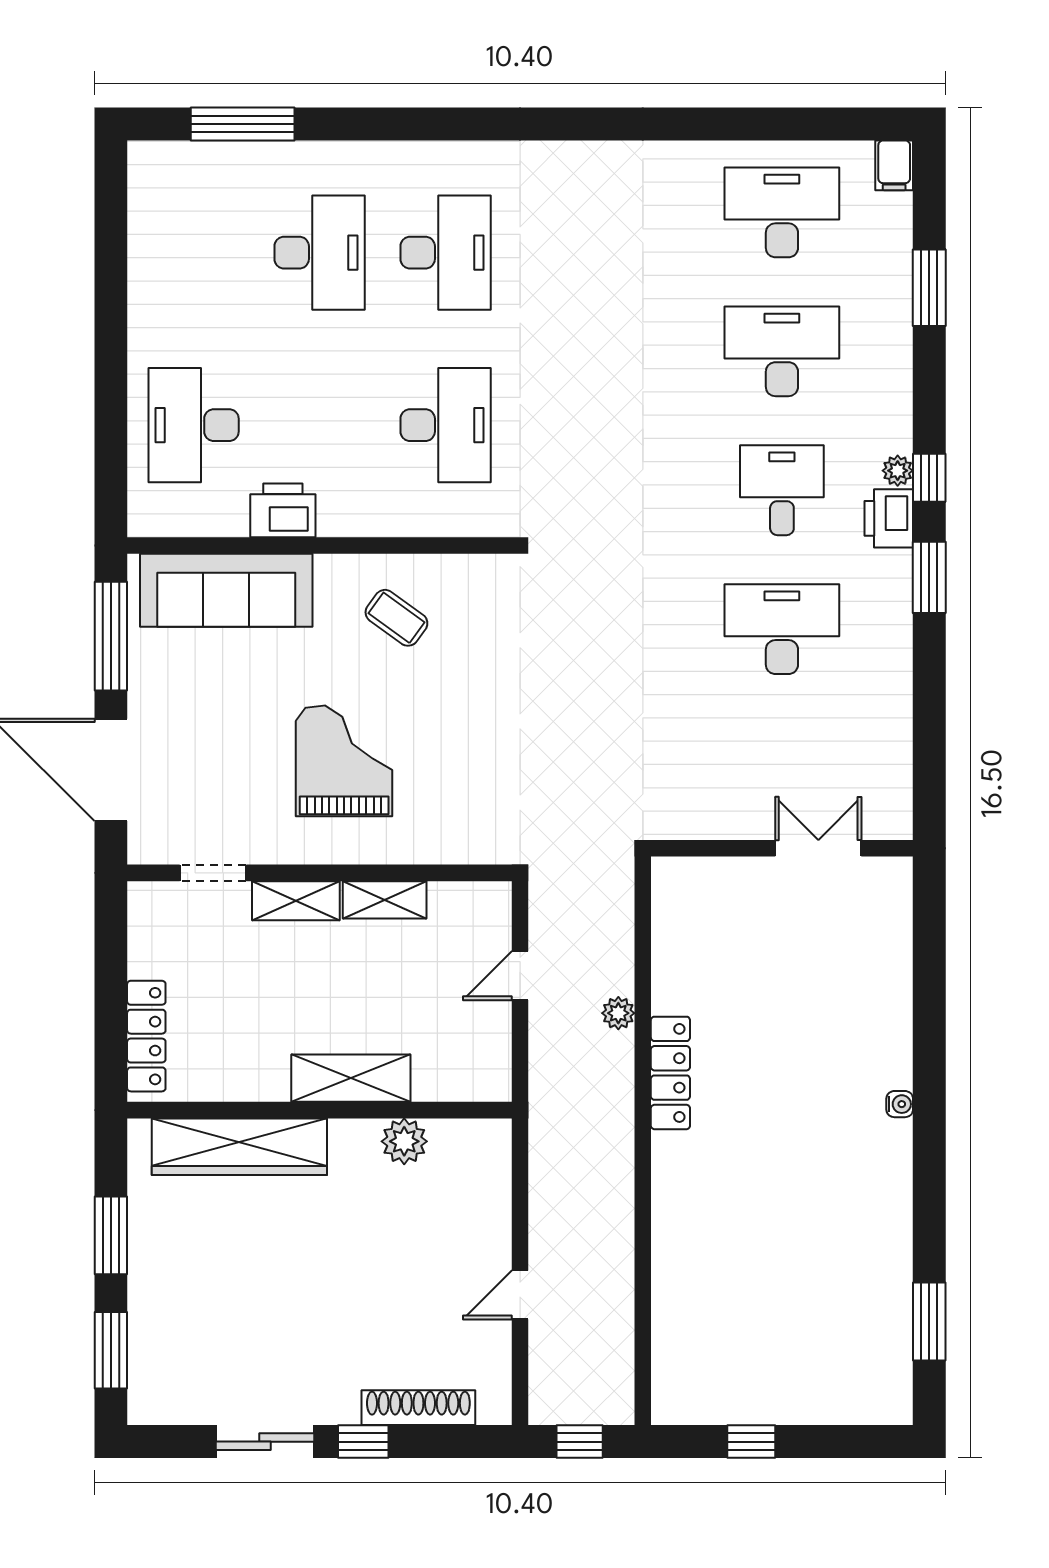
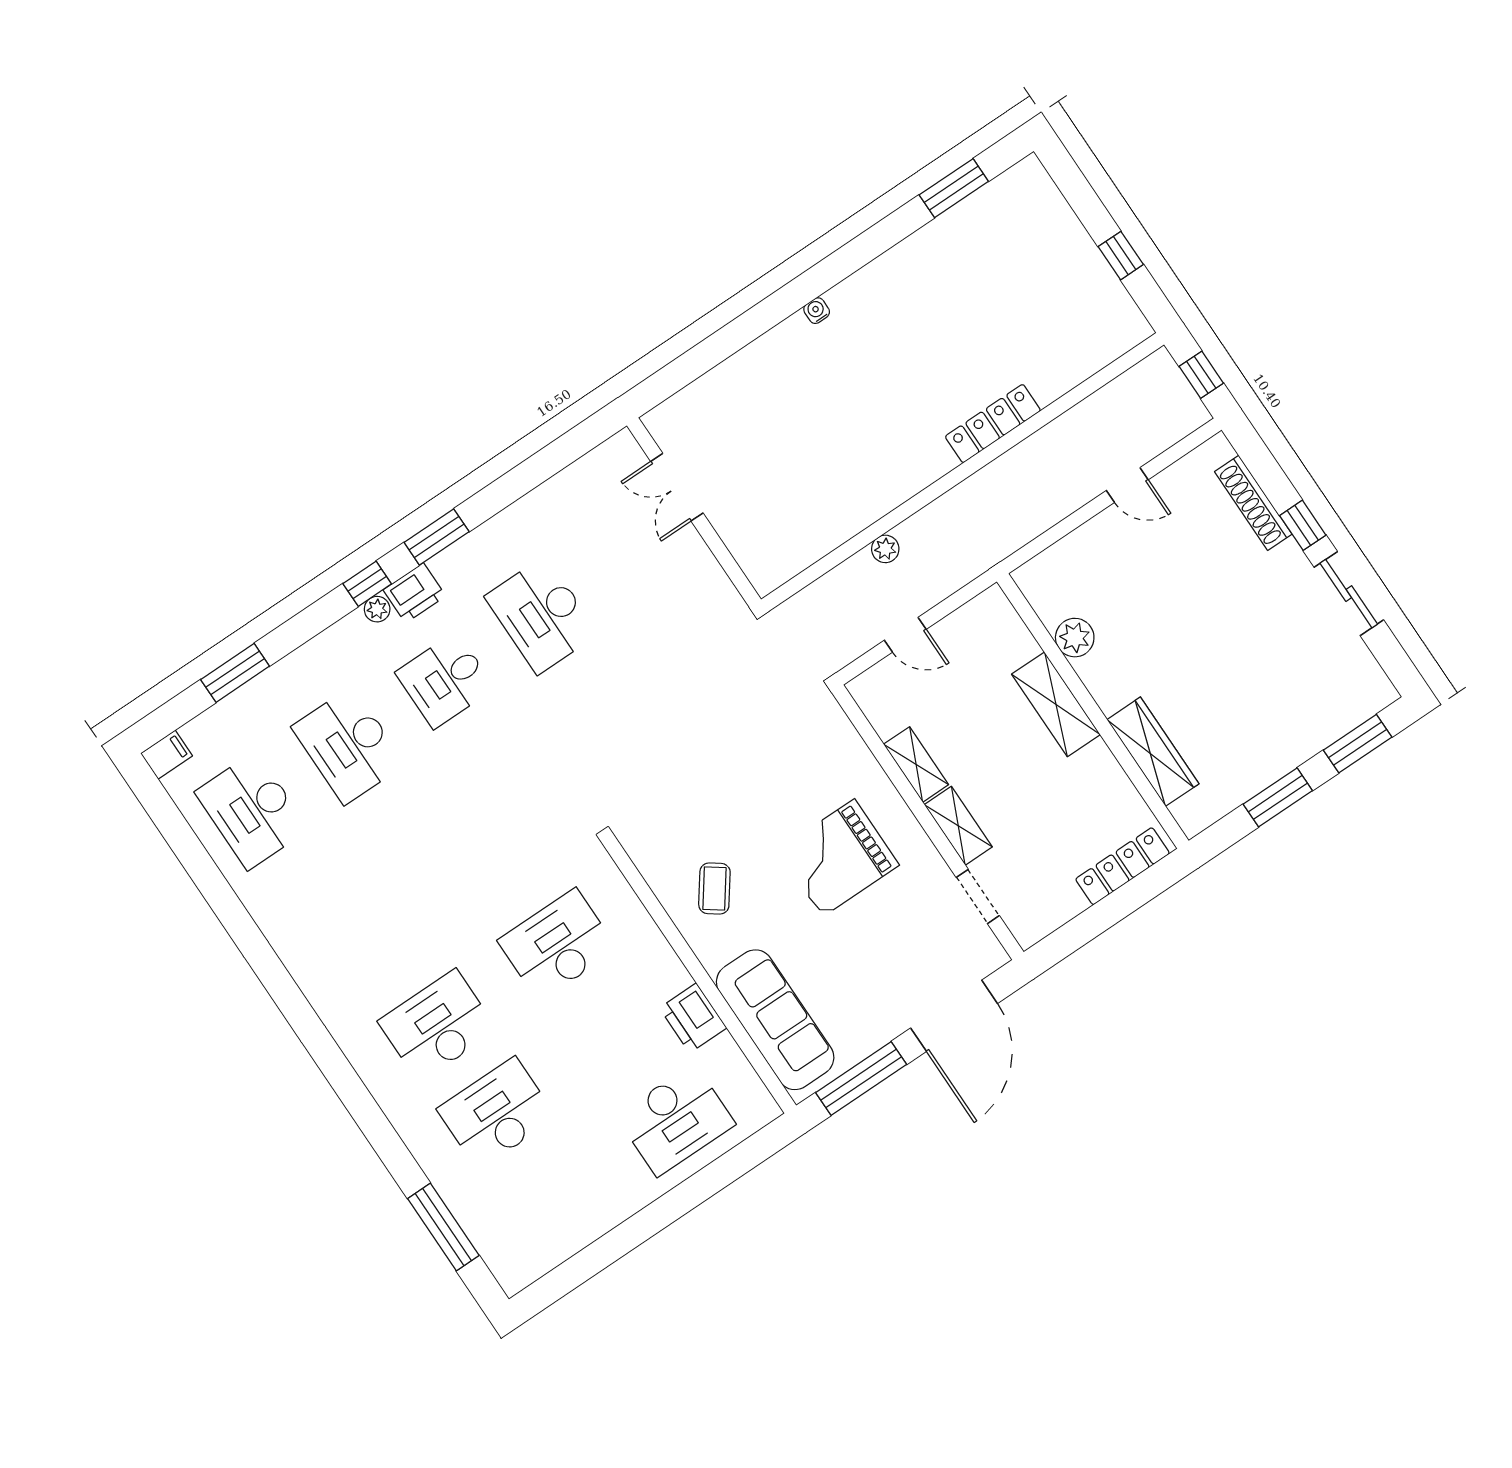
locker: (670, 1073) -> (993, 424), moved
wardrobe: (239, 1147) -> (1153, 752), width x0.71, depth x0.85

